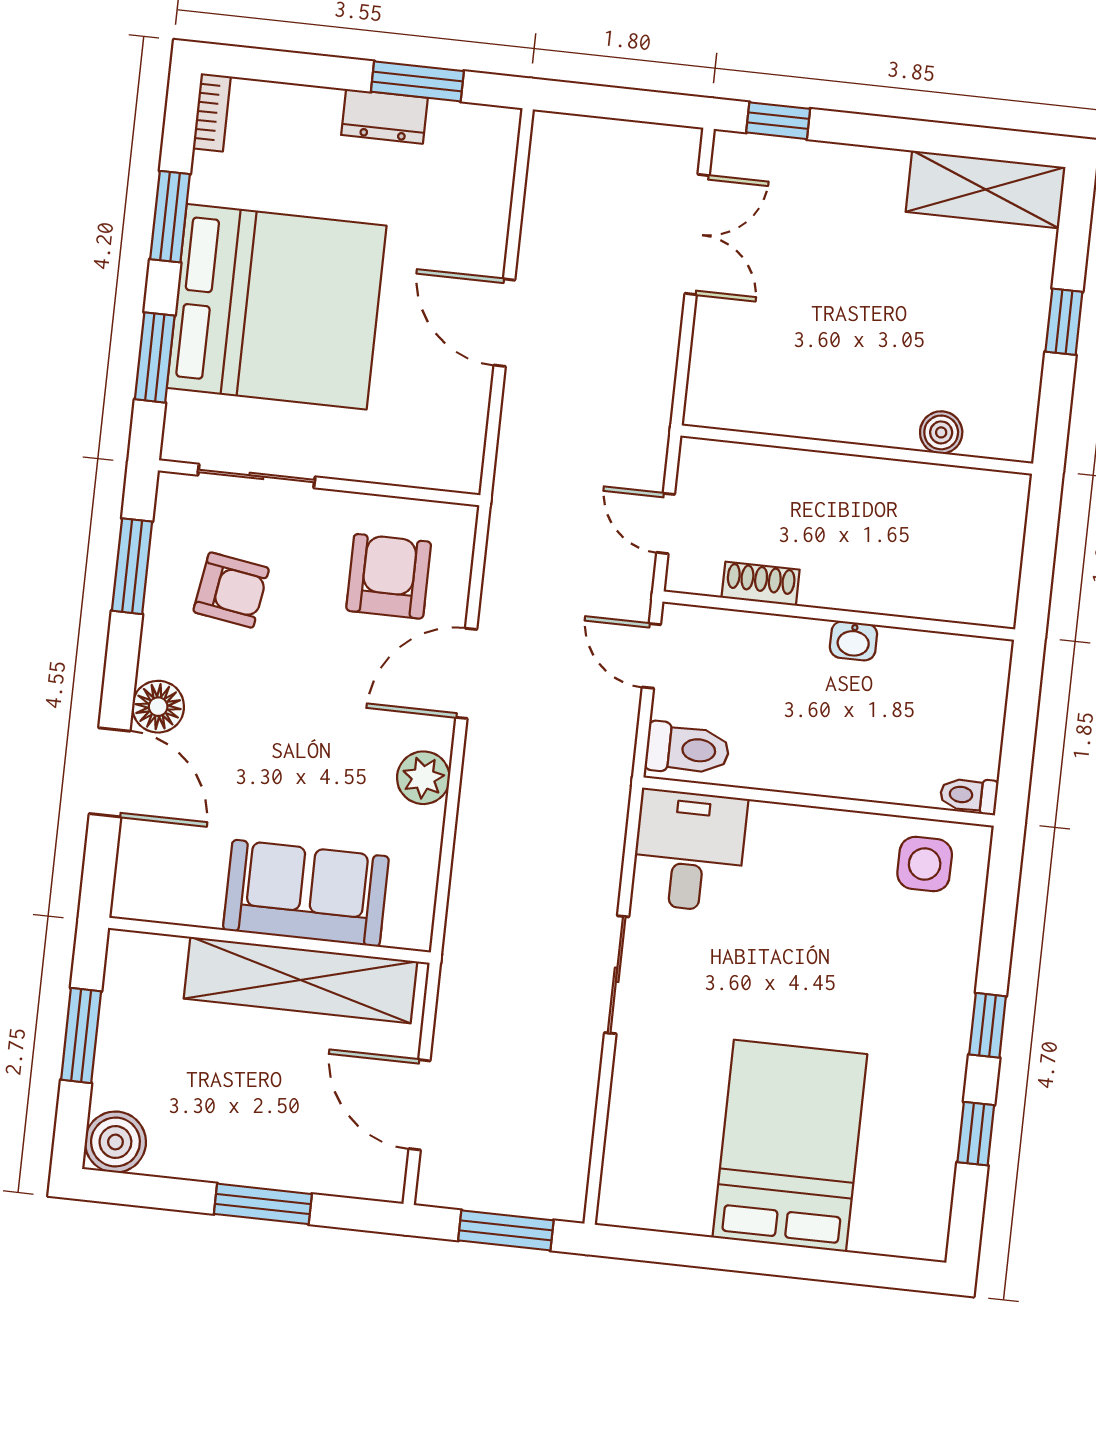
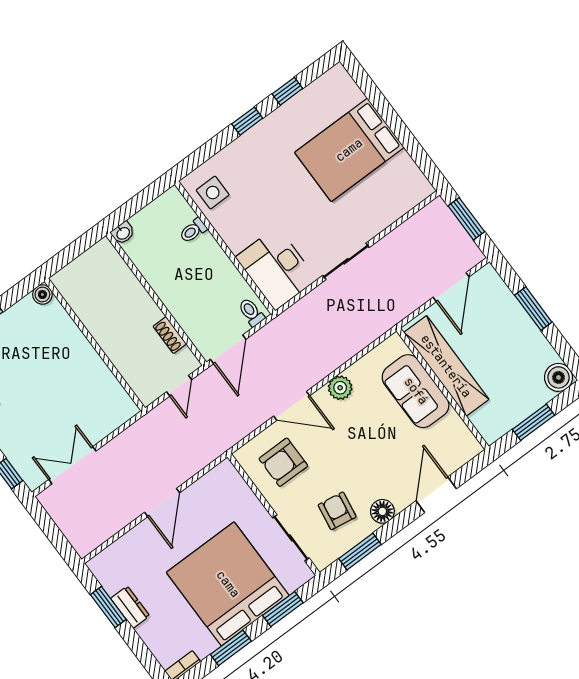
boiler: (941, 432) -> (42, 294), moved
washbasin: (853, 641) -> (123, 233), moved, turned 90
door: (651, 656) -> (228, 349), width x1.38
floor lamp: (158, 707) -> (382, 511), moved
toilet: (687, 749) -> (251, 312), width x0.73, depth x0.72
toilet: (969, 795) -> (193, 231), moved, turned 90
desk: (689, 851) -> (276, 268), width x1.37

